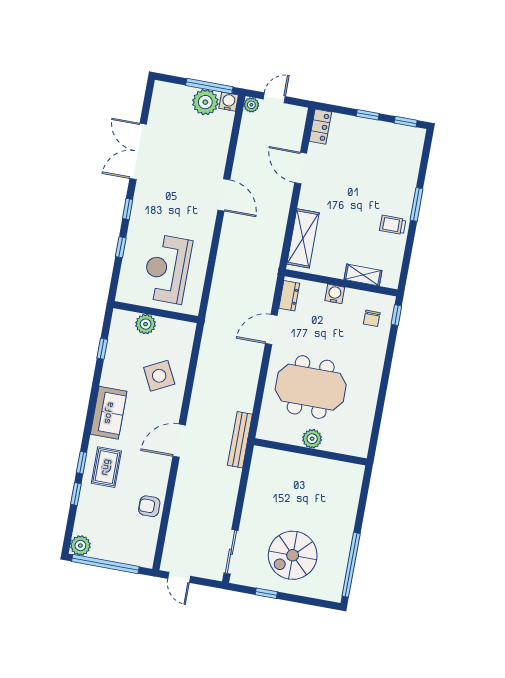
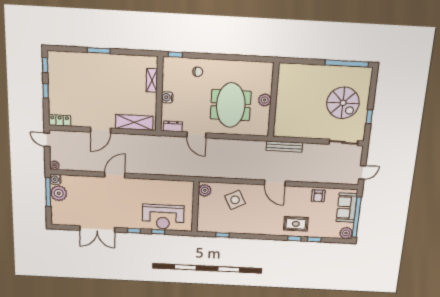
door: (274, 98) -> (47, 140), moved
door: (301, 168) -> (101, 130), moved
trolley: (393, 225) -> (115, 65), removed
reception desk: (167, 269) -> (163, 217), moved
chair: (372, 318) -> (198, 72), moved
plant: (146, 324) -> (205, 190), moved
sofa: (109, 413) -> (347, 208), moved, turned -90
bench: (240, 440) -> (284, 147), moved

